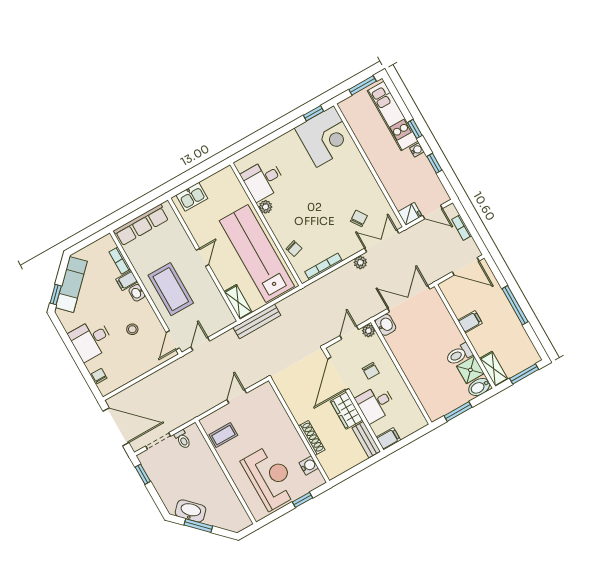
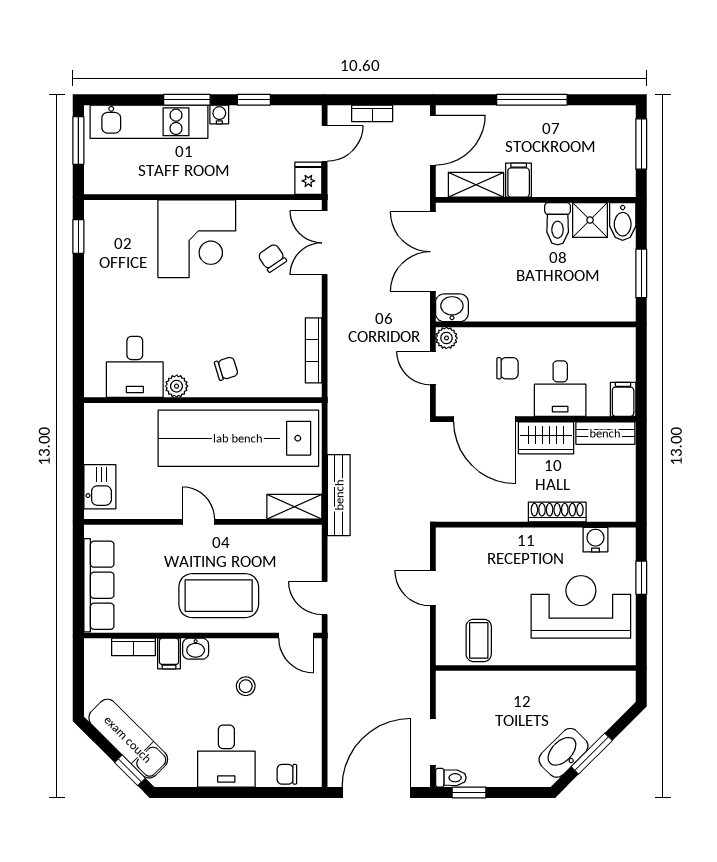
window: (415, 129) -> (187, 100), width x1.50
corner desk: (325, 136) -> (197, 239), moved, turned 90
chair: (294, 249) -> (226, 369), moved
plant: (360, 262) -> (339, 293), removed
shelving: (494, 369) -> (476, 185), moved
toilet: (183, 439) -> (451, 778), moved

